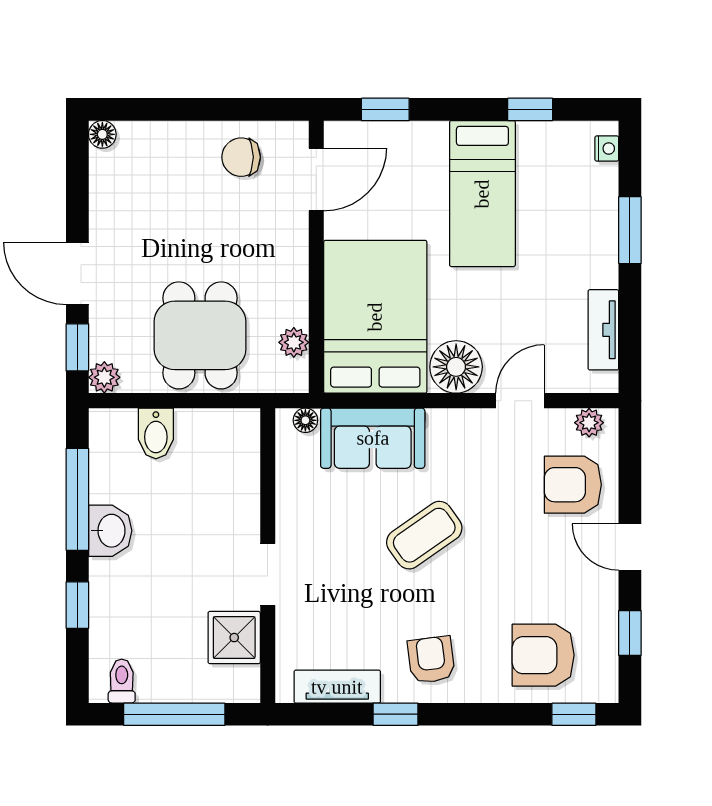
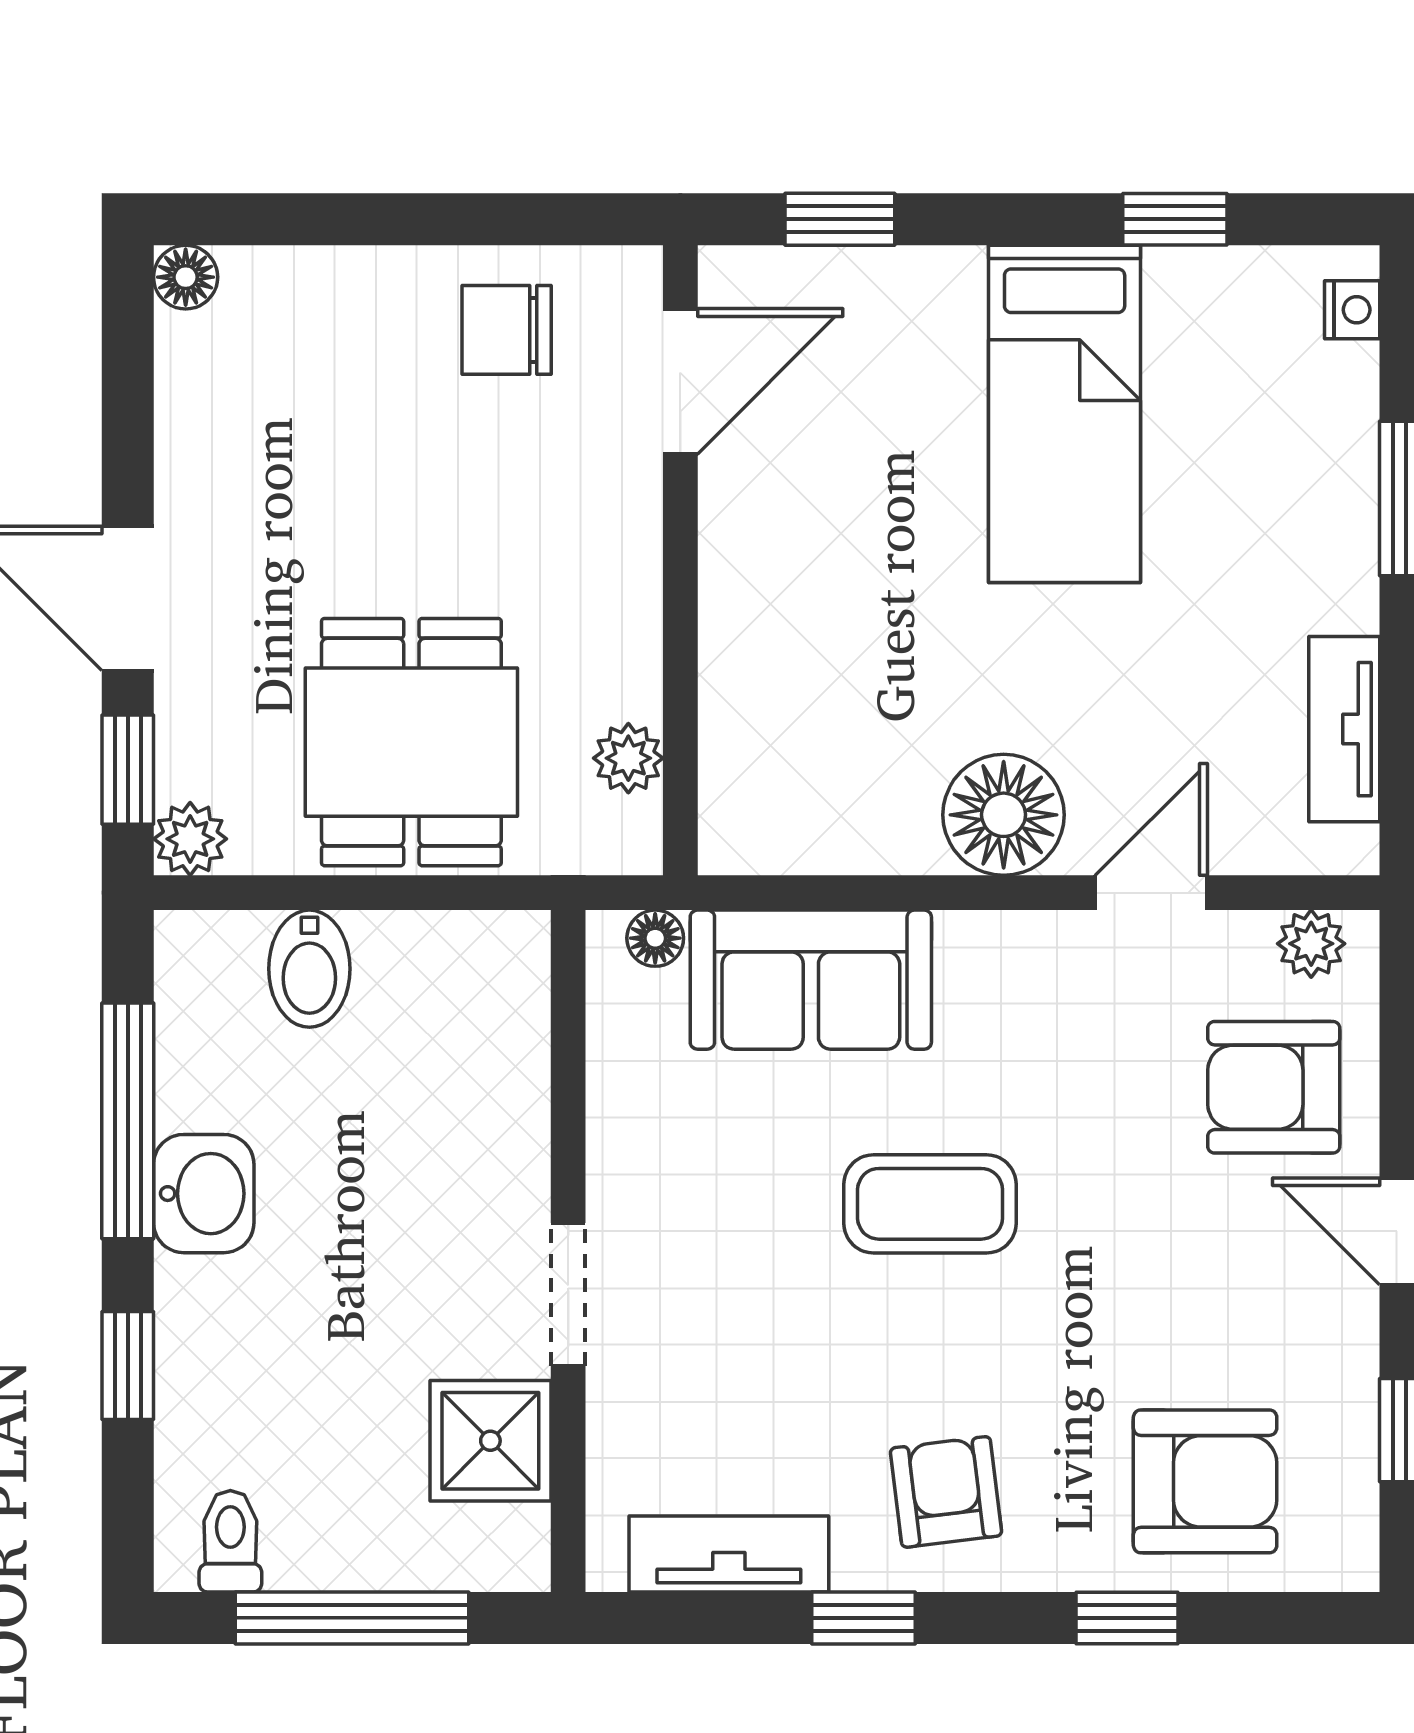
bed: (375, 317) -> (817, 699), removed
coffee table: (424, 535) -> (930, 1204), turned 35
armchair: (543, 655) -> (1205, 1481), turned 180
window: (574, 714) -> (1127, 1618), moved

